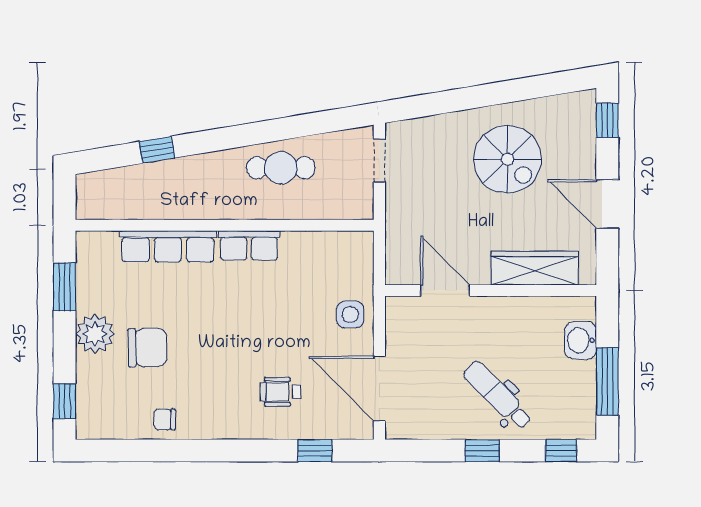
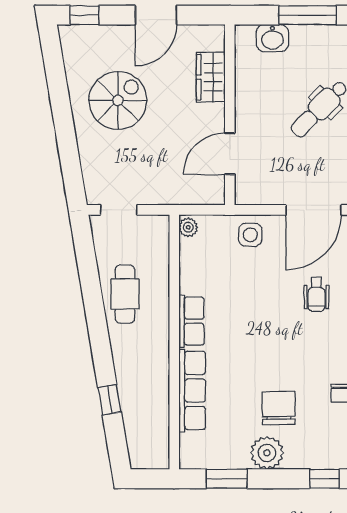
plant: (359, 242) -> (188, 227), added
wardrobe: (535, 268) -> (211, 77), width x0.67

